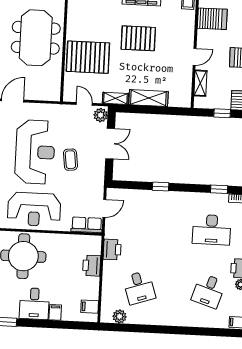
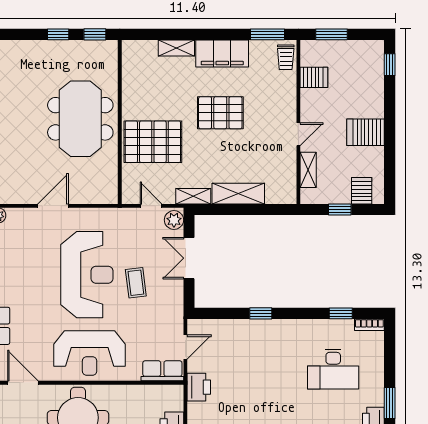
server rack: (212, 19) -> (314, 77), width x0.73, depth x0.70
double door: (110, 144) -> (189, 258), swing flipped
printer: (112, 250) -> (199, 387), moved

